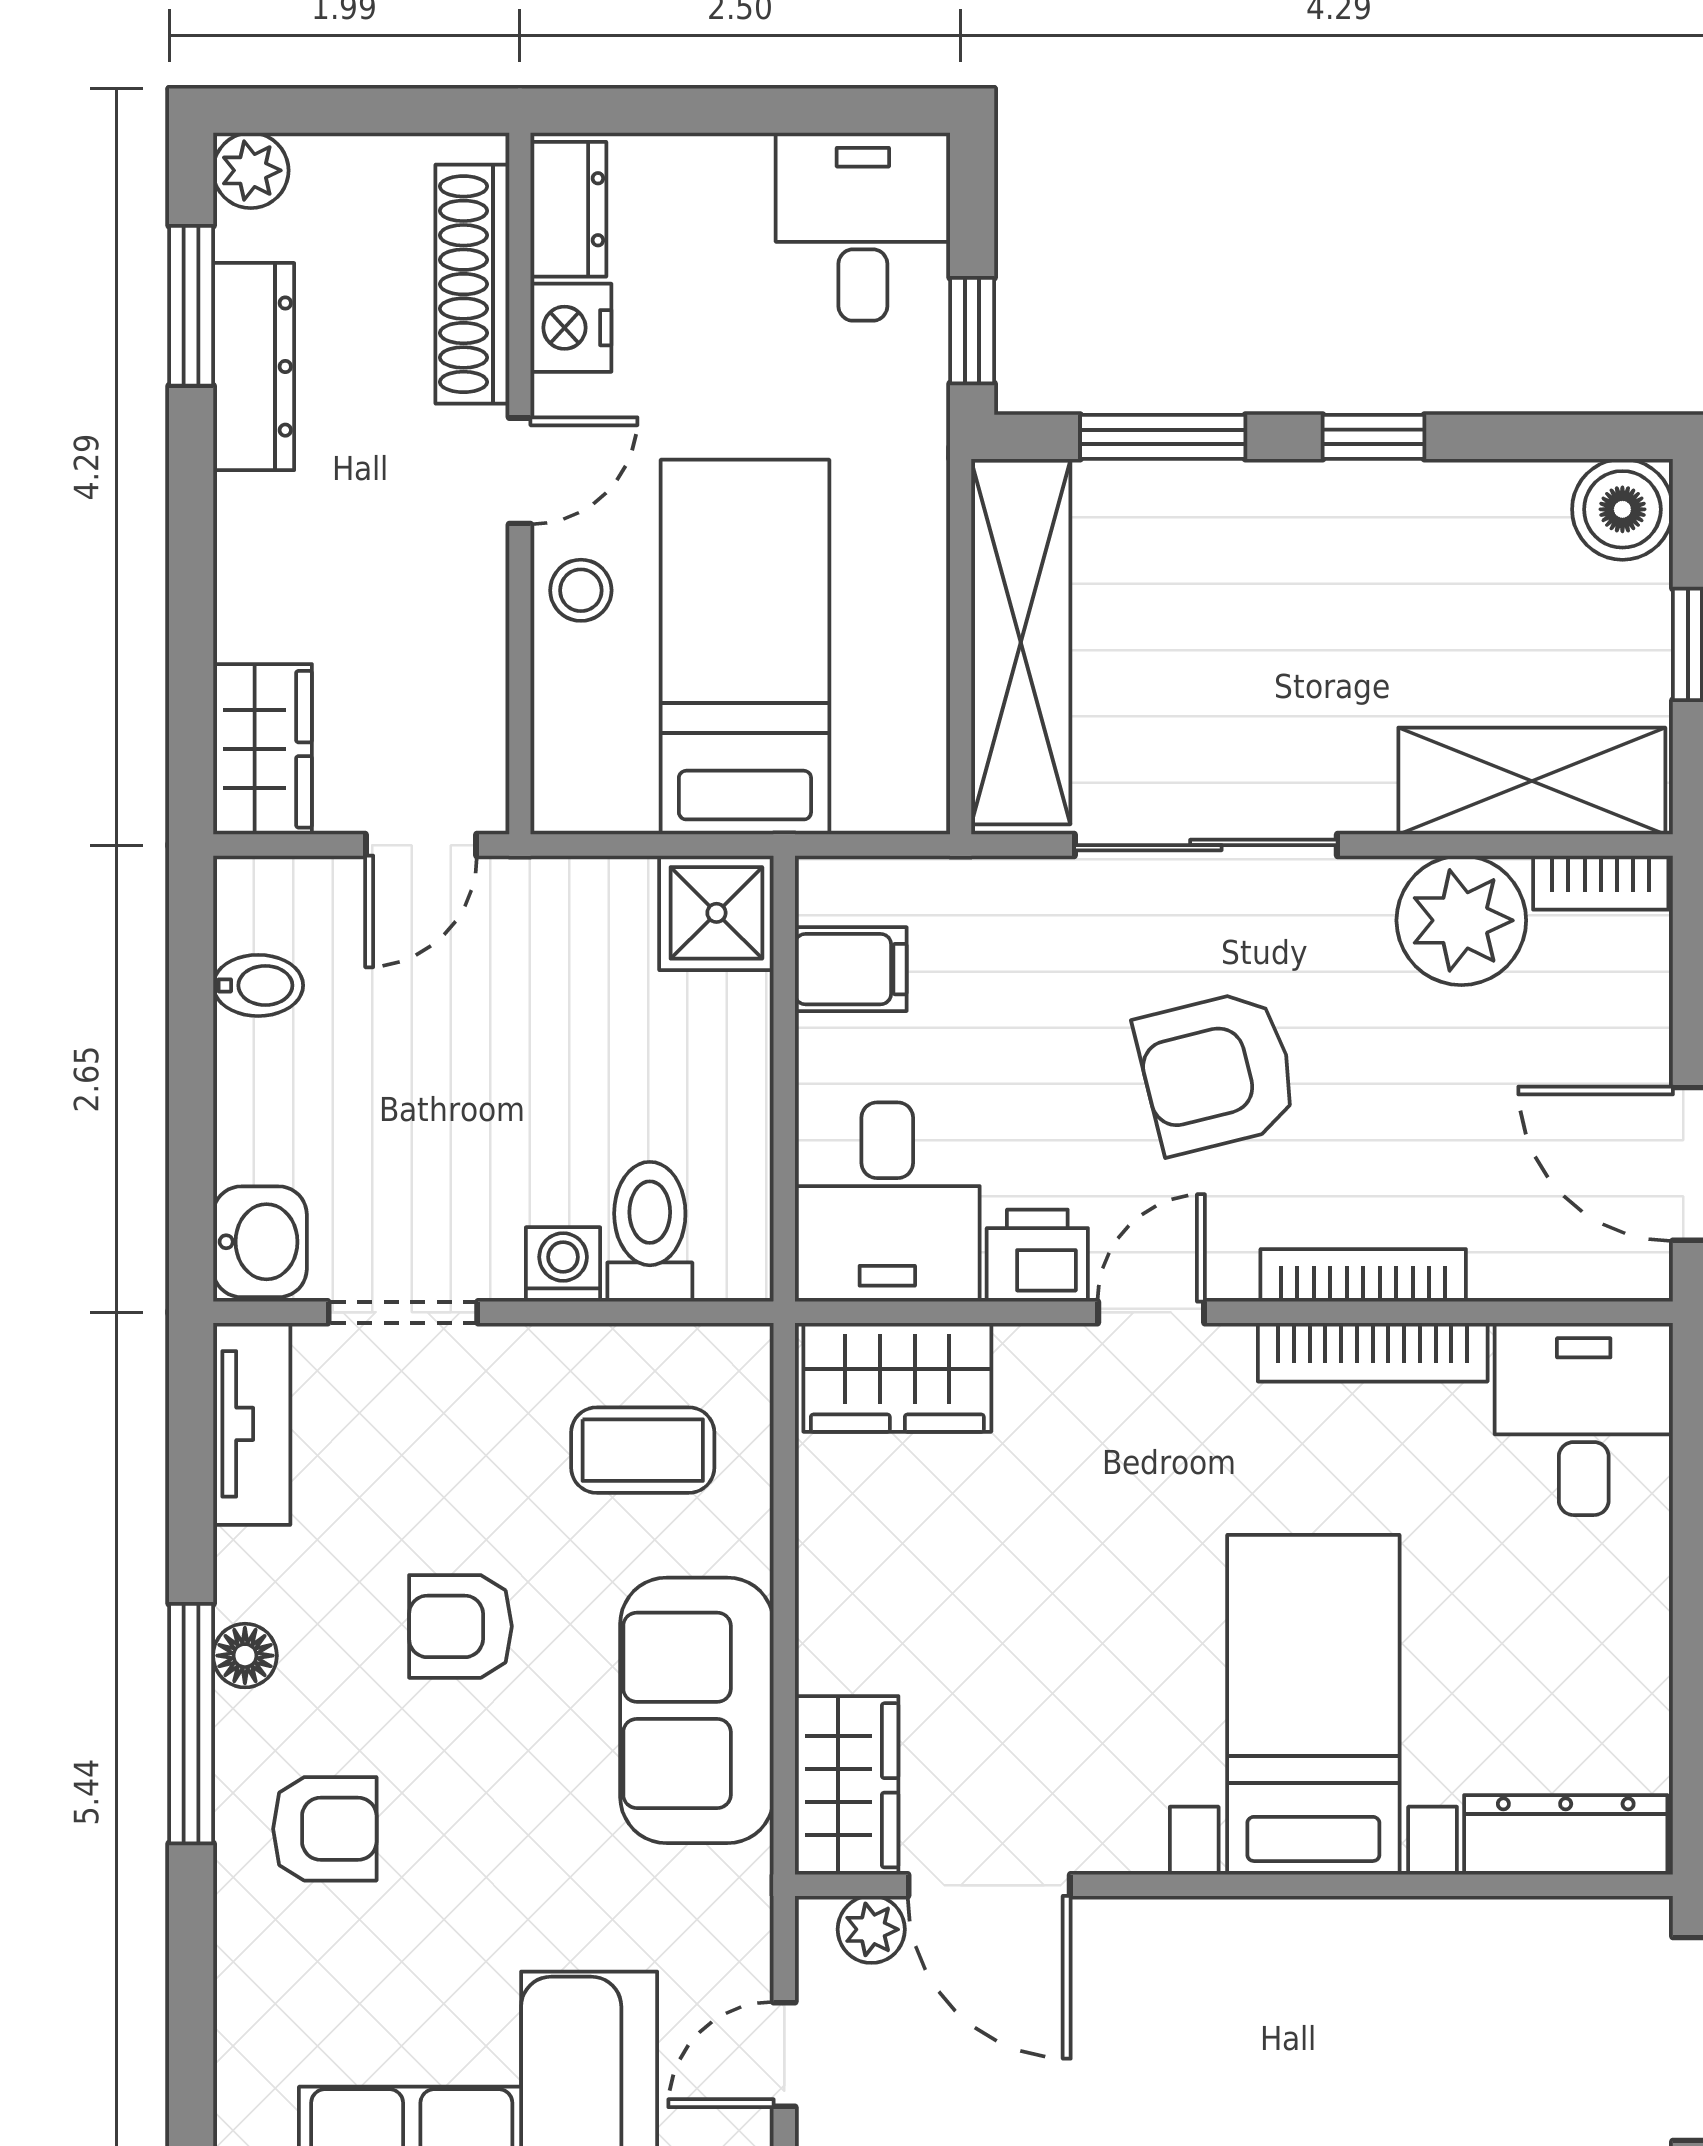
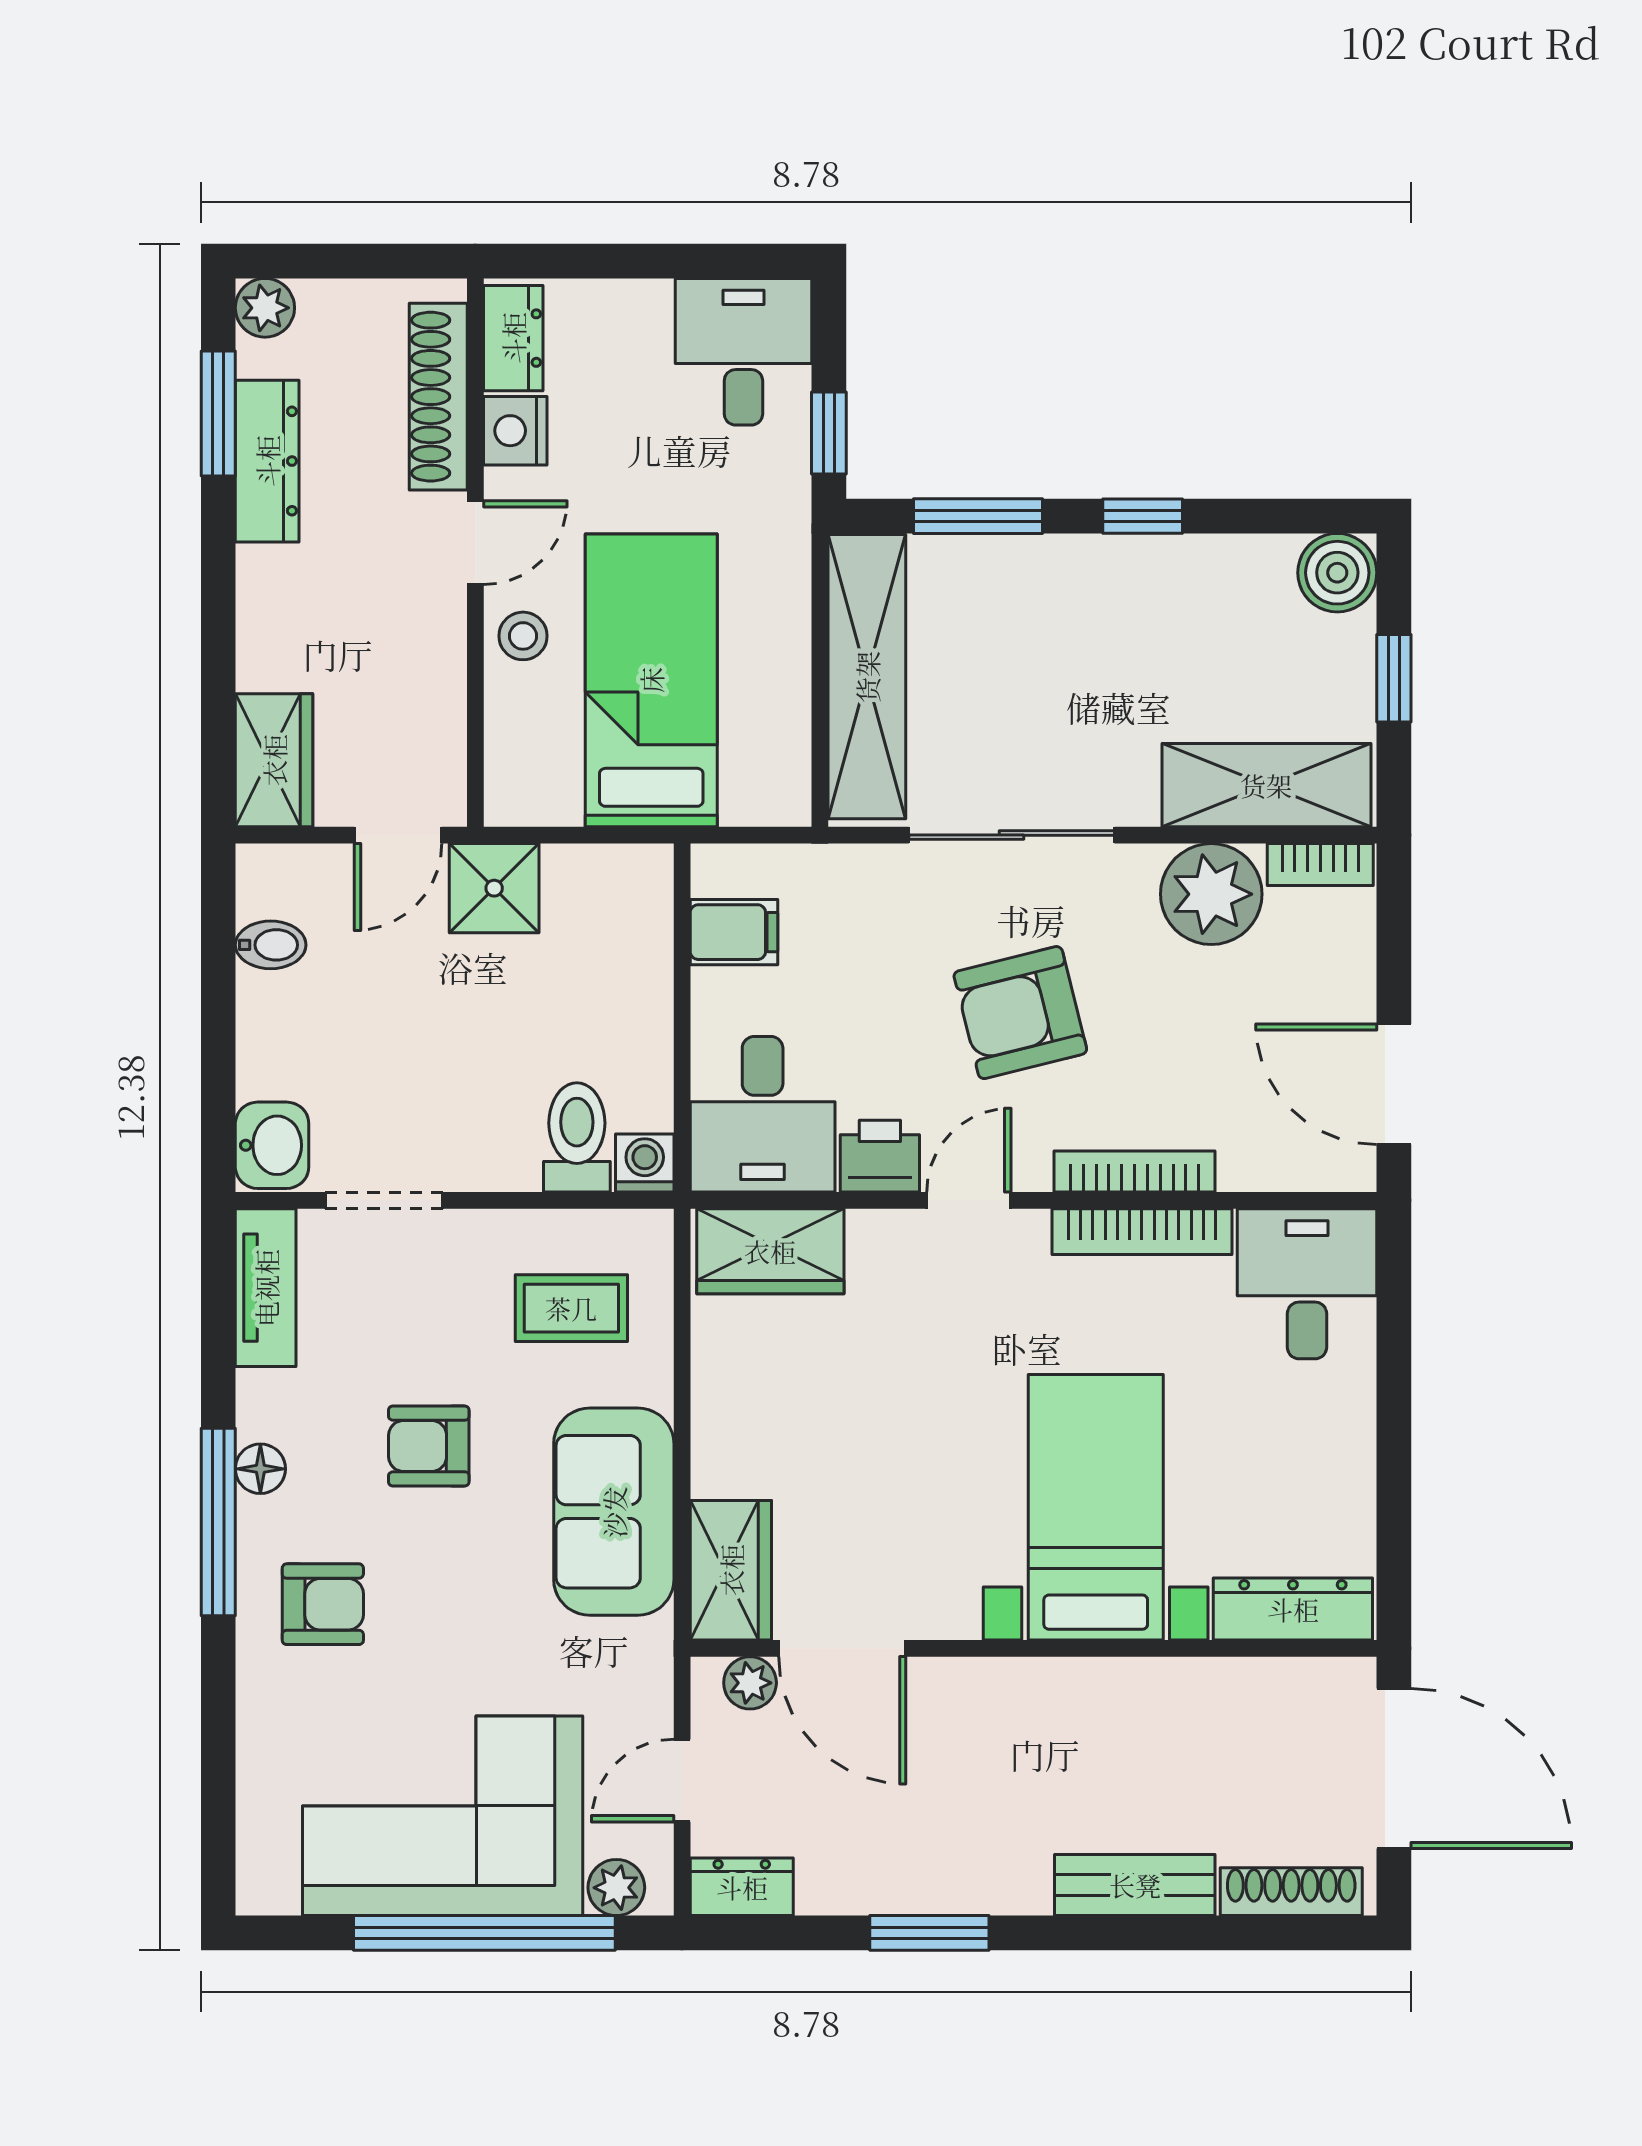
shower: (716, 913) -> (494, 888), moved
washing machine: (563, 1264) -> (645, 1163), moved

